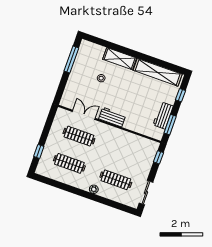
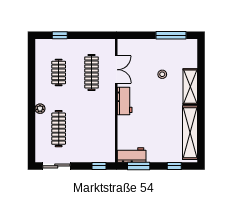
workbench: (163, 115) -> (132, 155), moved
clothes rail: (69, 163) -> (59, 72), width x0.73

